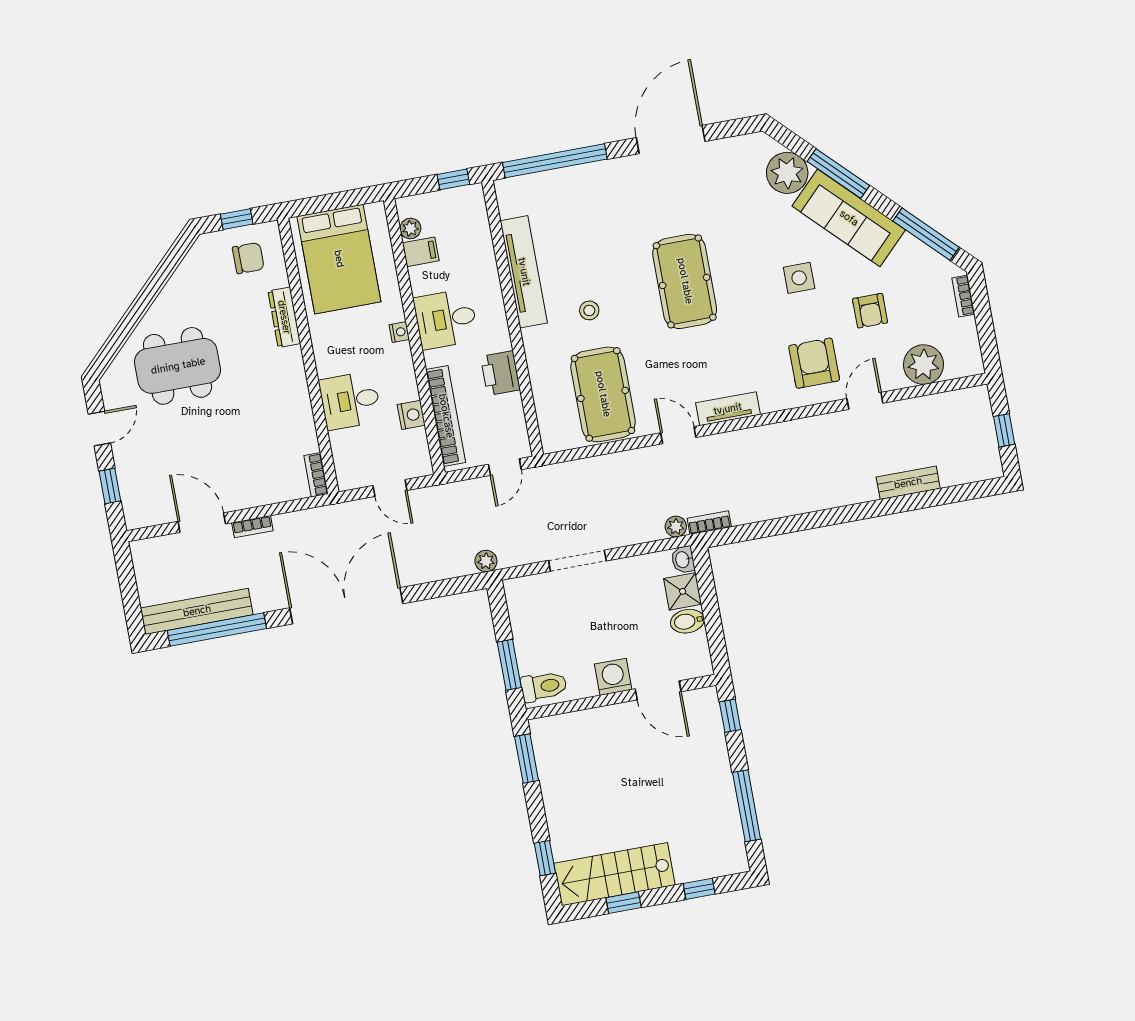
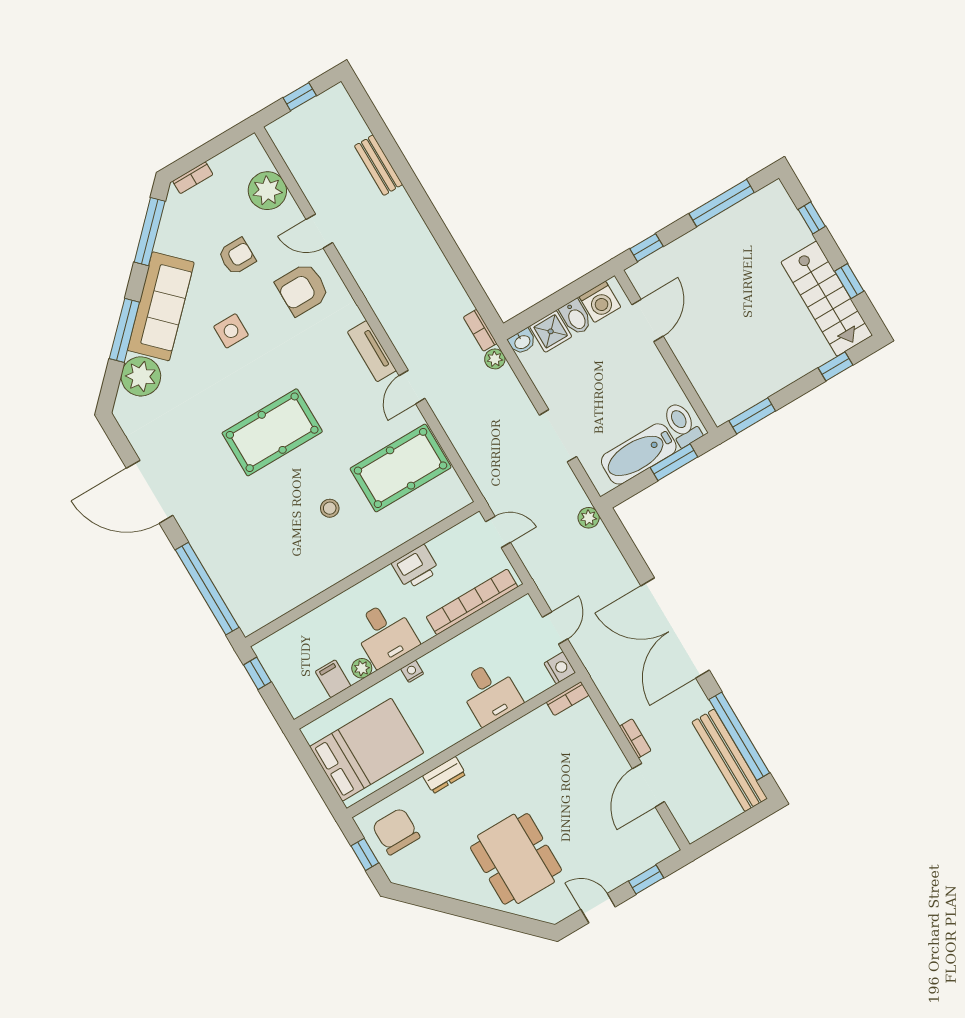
plant: (410, 229) -> (362, 668), moved
chair: (248, 258) -> (396, 831), width x1.37, depth x1.37
tv unit: (524, 272) -> (317, 580), removed
dresser: (284, 317) -> (444, 775), width x0.70
nightstand: (411, 415) -> (560, 668), moved, turned 90
bathtub: (530, 633) -> (639, 454), added
washing machine: (613, 677) -> (600, 302), moved, turned -90

